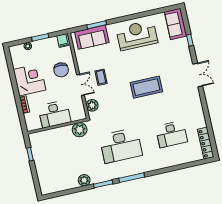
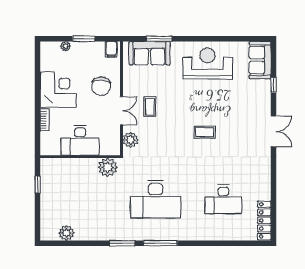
coffee table: (146, 87) -> (205, 132), width x0.54, depth x0.58
plant: (84, 180) -> (66, 233), moved

